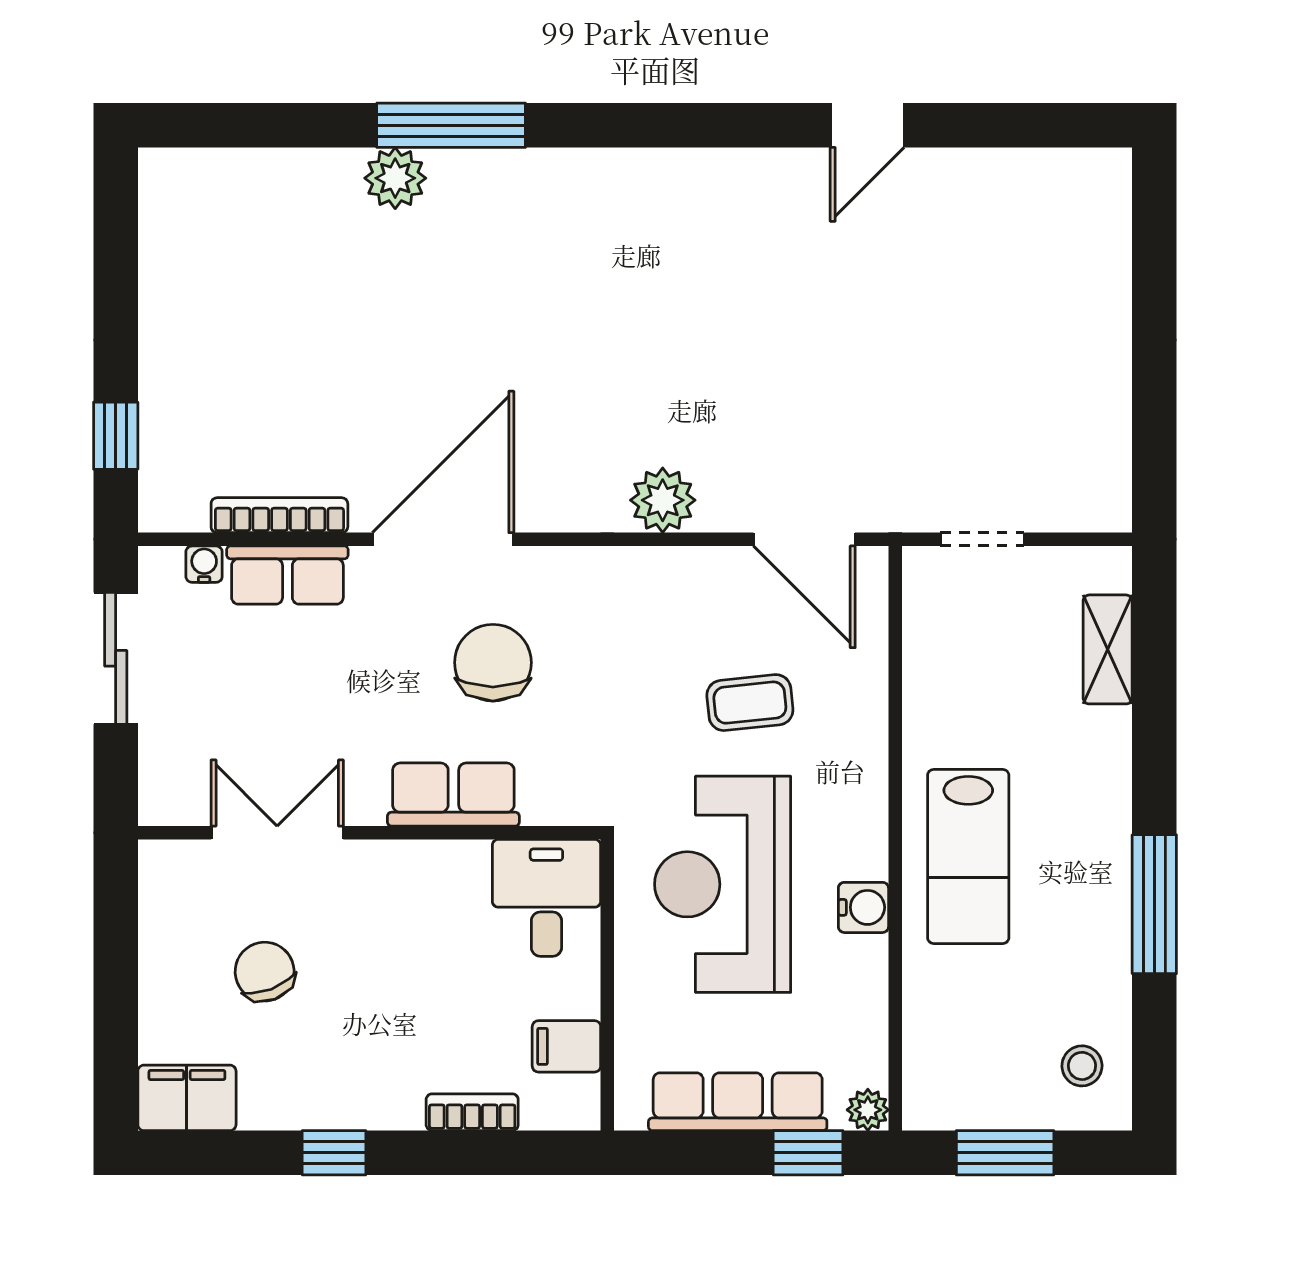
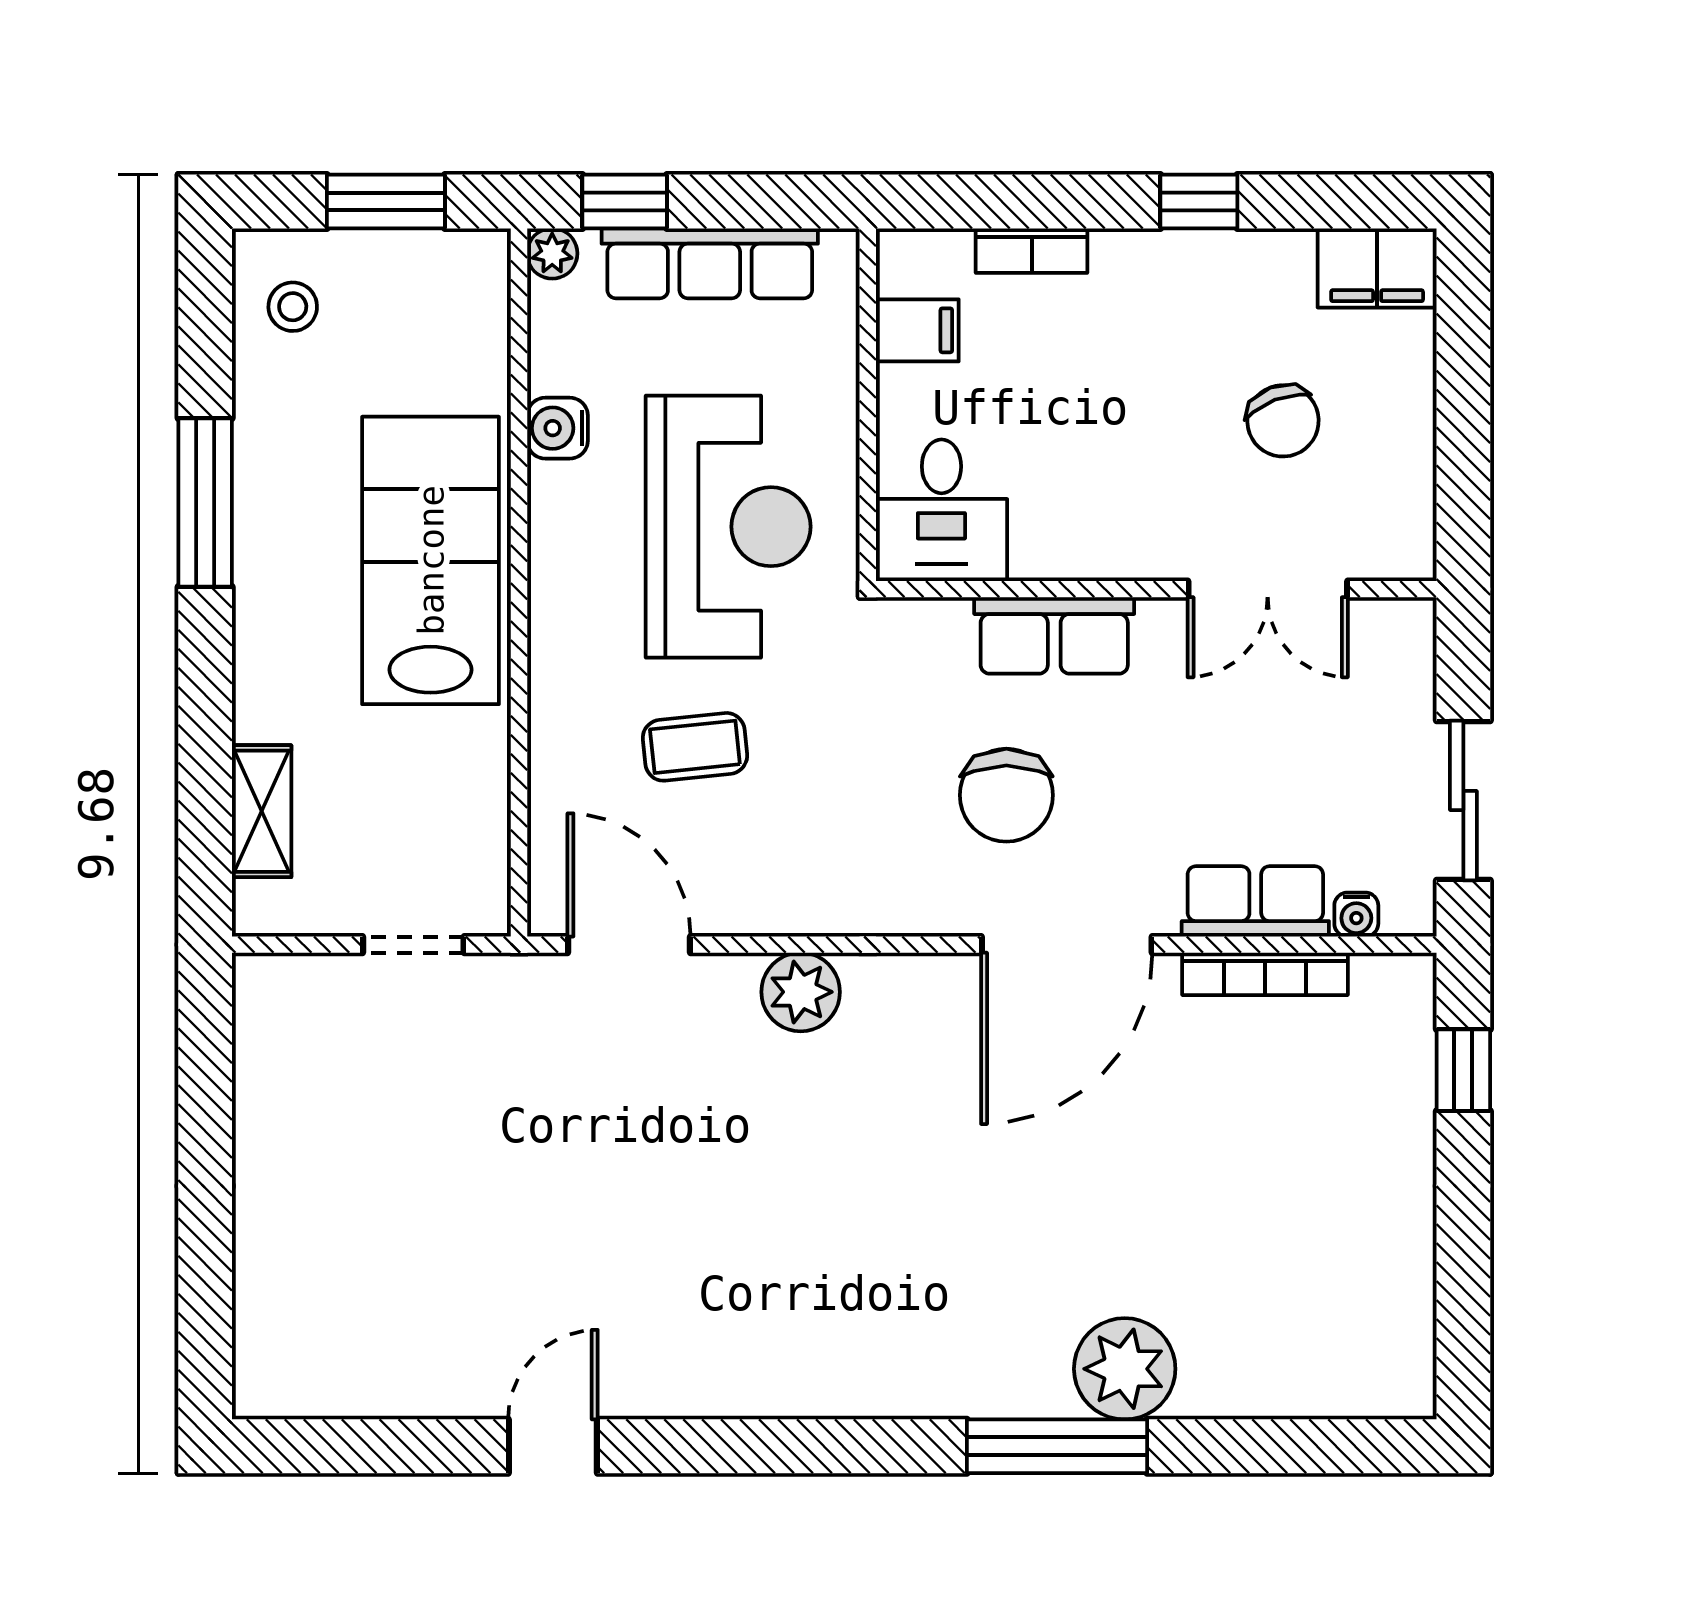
plant: (395, 178) -> (1125, 1369), width x1.36, depth x1.36
lab bench: (968, 856) -> (431, 560), width x1.36, depth x1.39
water cooler: (863, 907) -> (557, 428), moved

